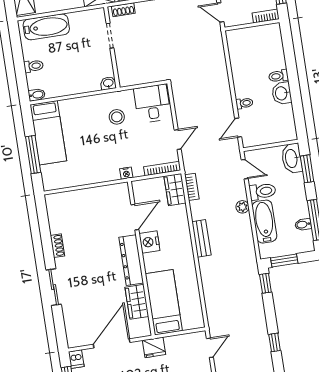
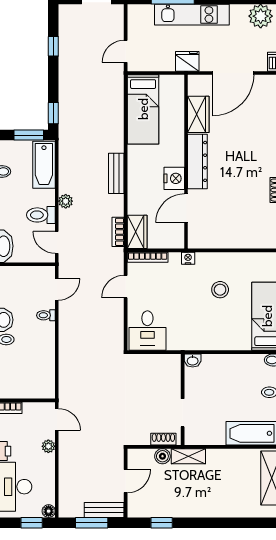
stool: (117, 117) -> (220, 290), moved
bathtub: (264, 222) -> (44, 165), moved
bed: (164, 302) -> (143, 109), moved

